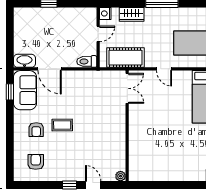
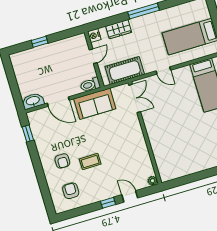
sofa: (25, 90) -> (95, 104), moved, turned 90
coffee table: (62, 125) -> (90, 162), moved

